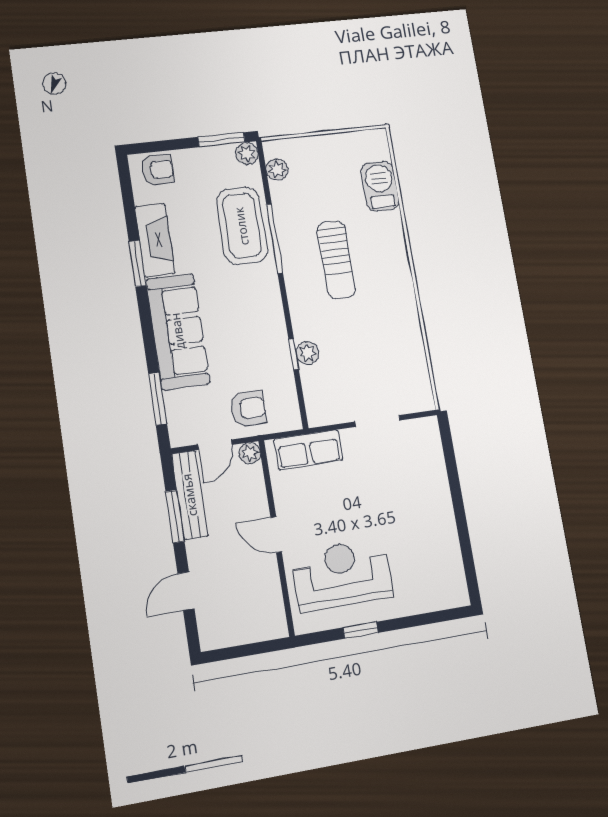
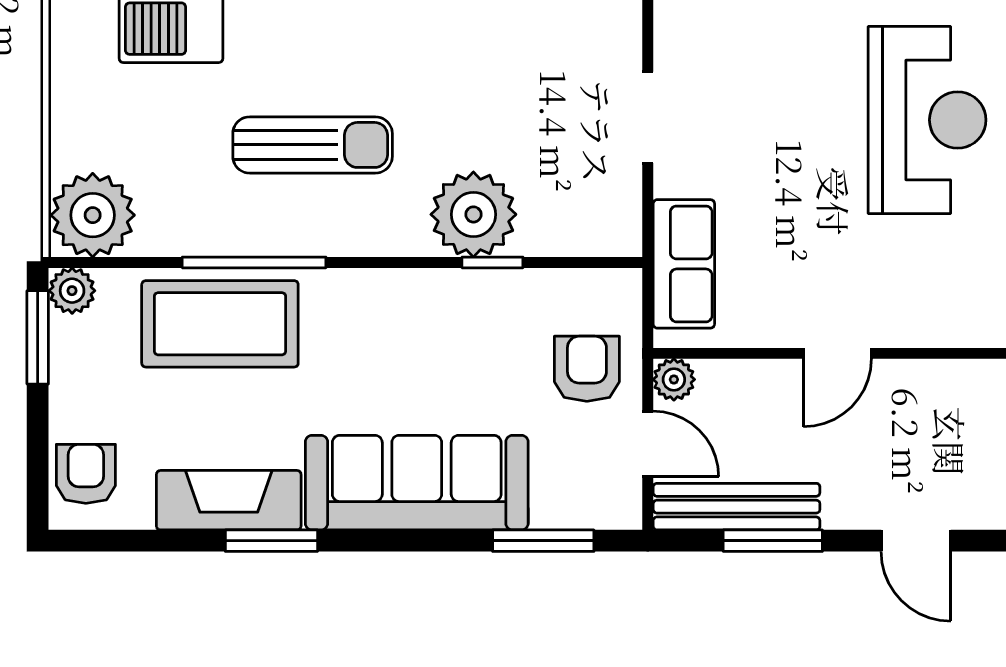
plant: (277, 170) -> (93, 215), width x1.87, depth x1.87
plant: (307, 353) -> (473, 214), width x1.88, depth x1.88
reception desk: (342, 574) -> (927, 120), moved, turned 180

